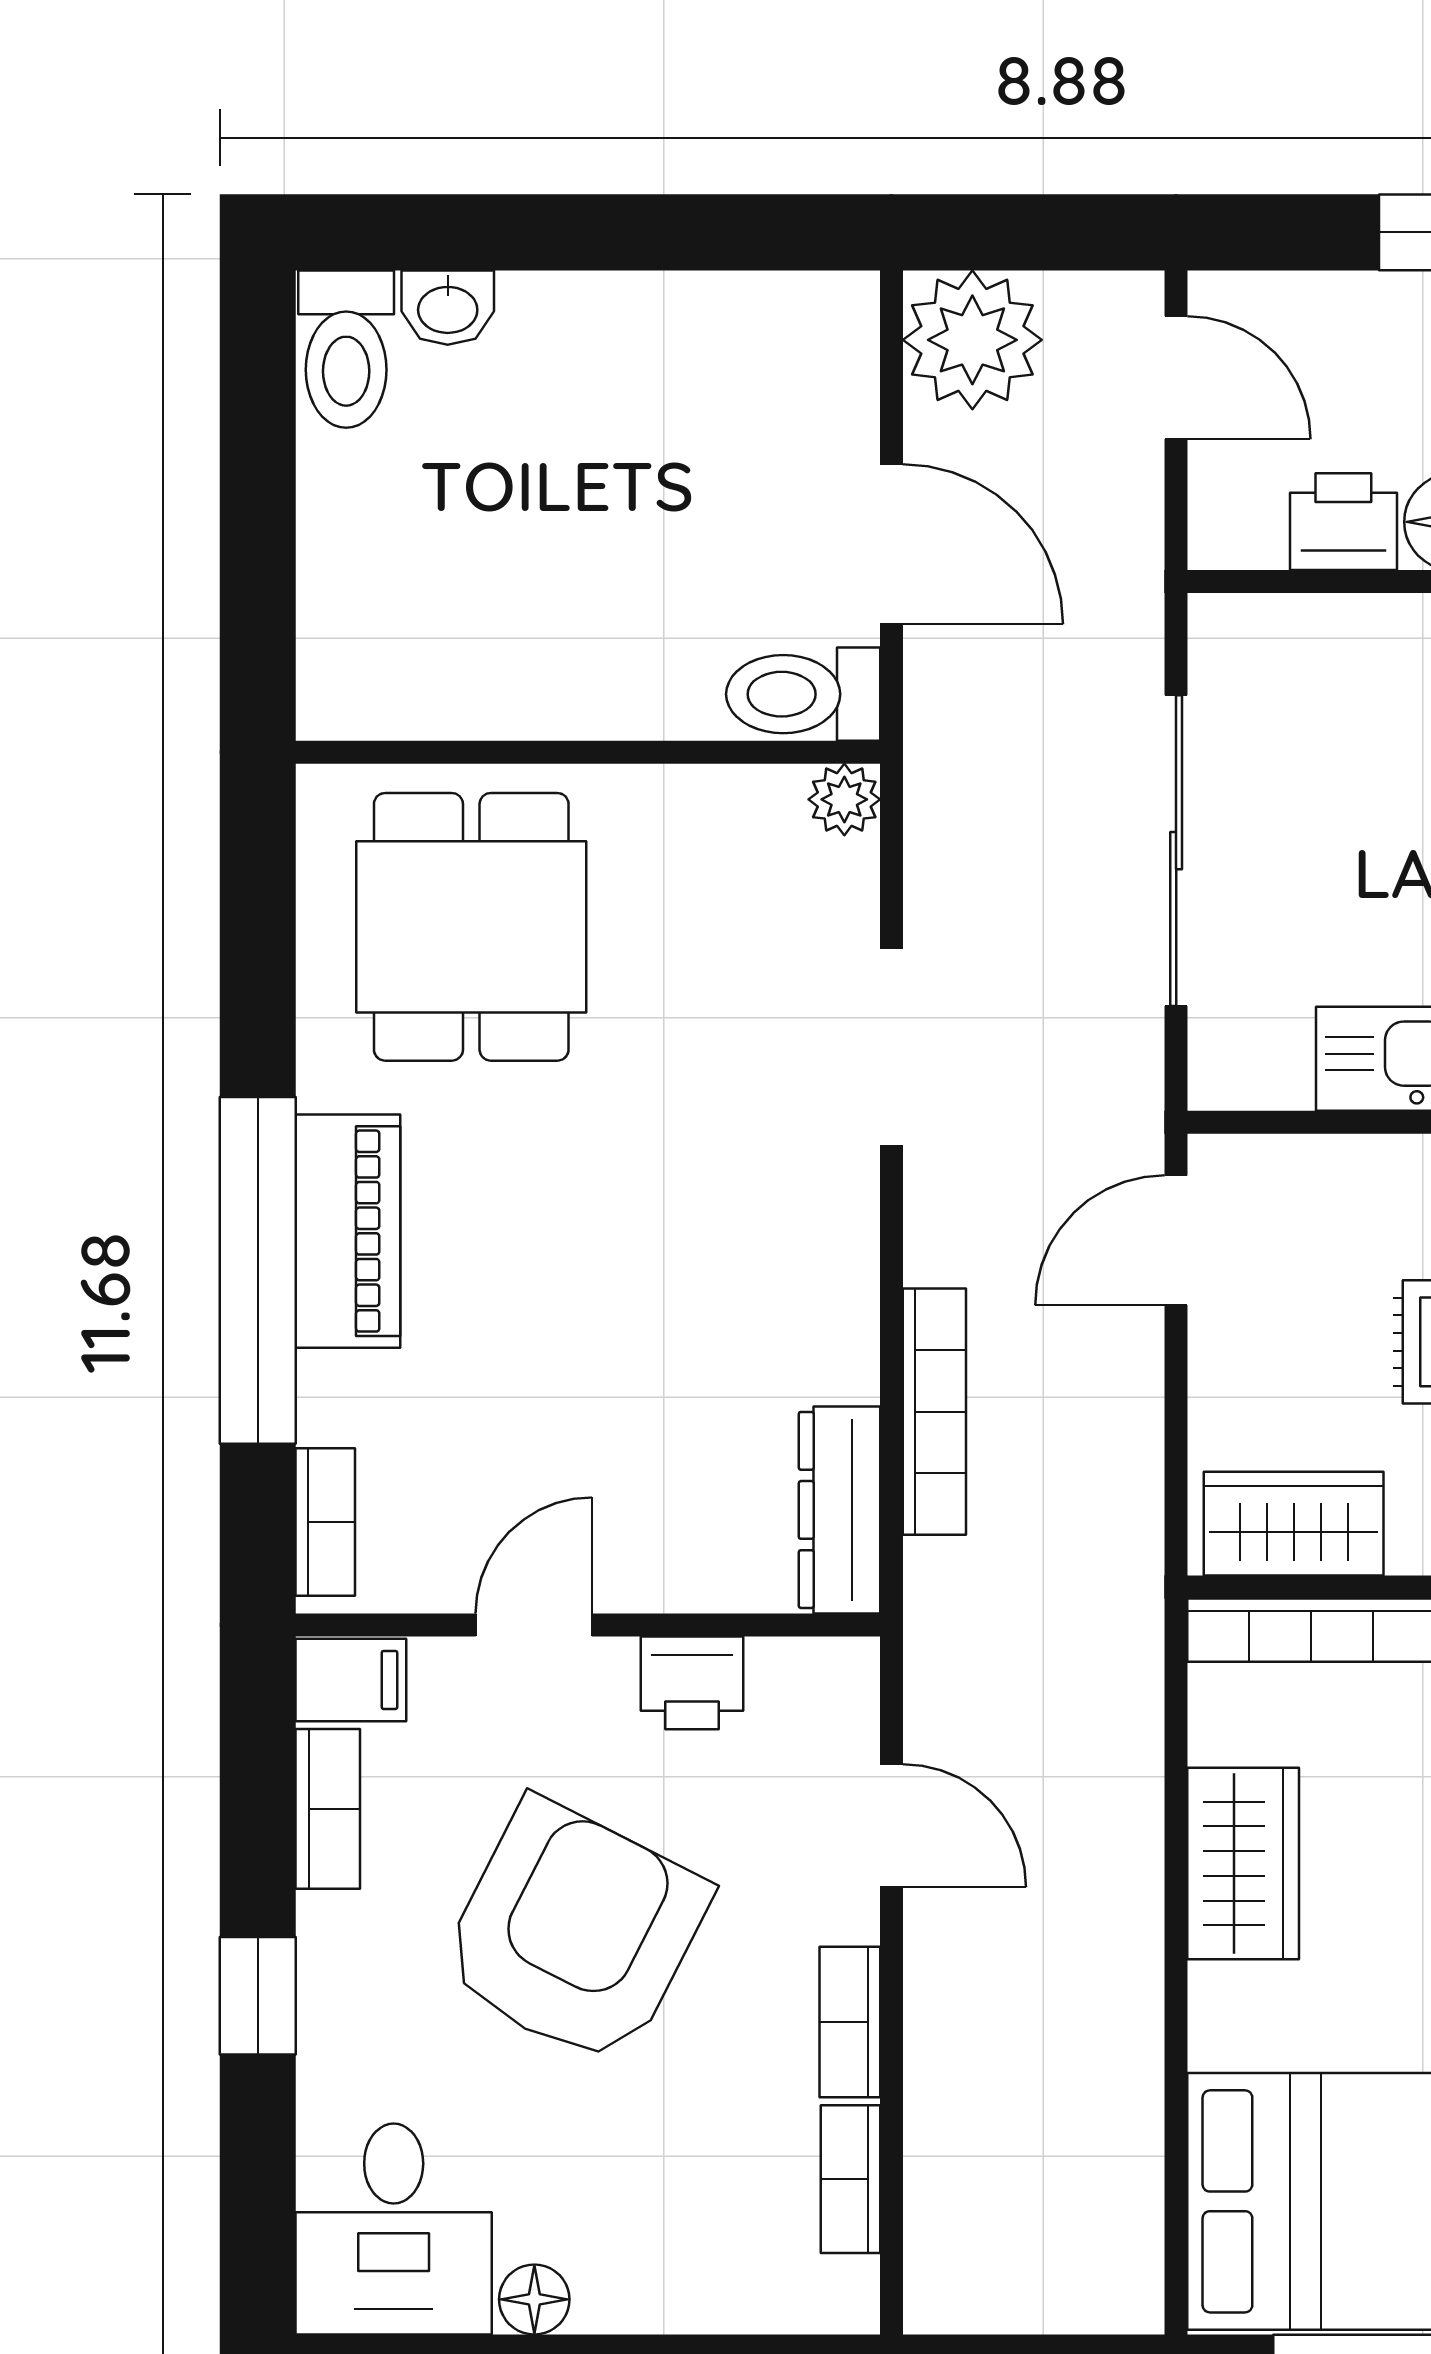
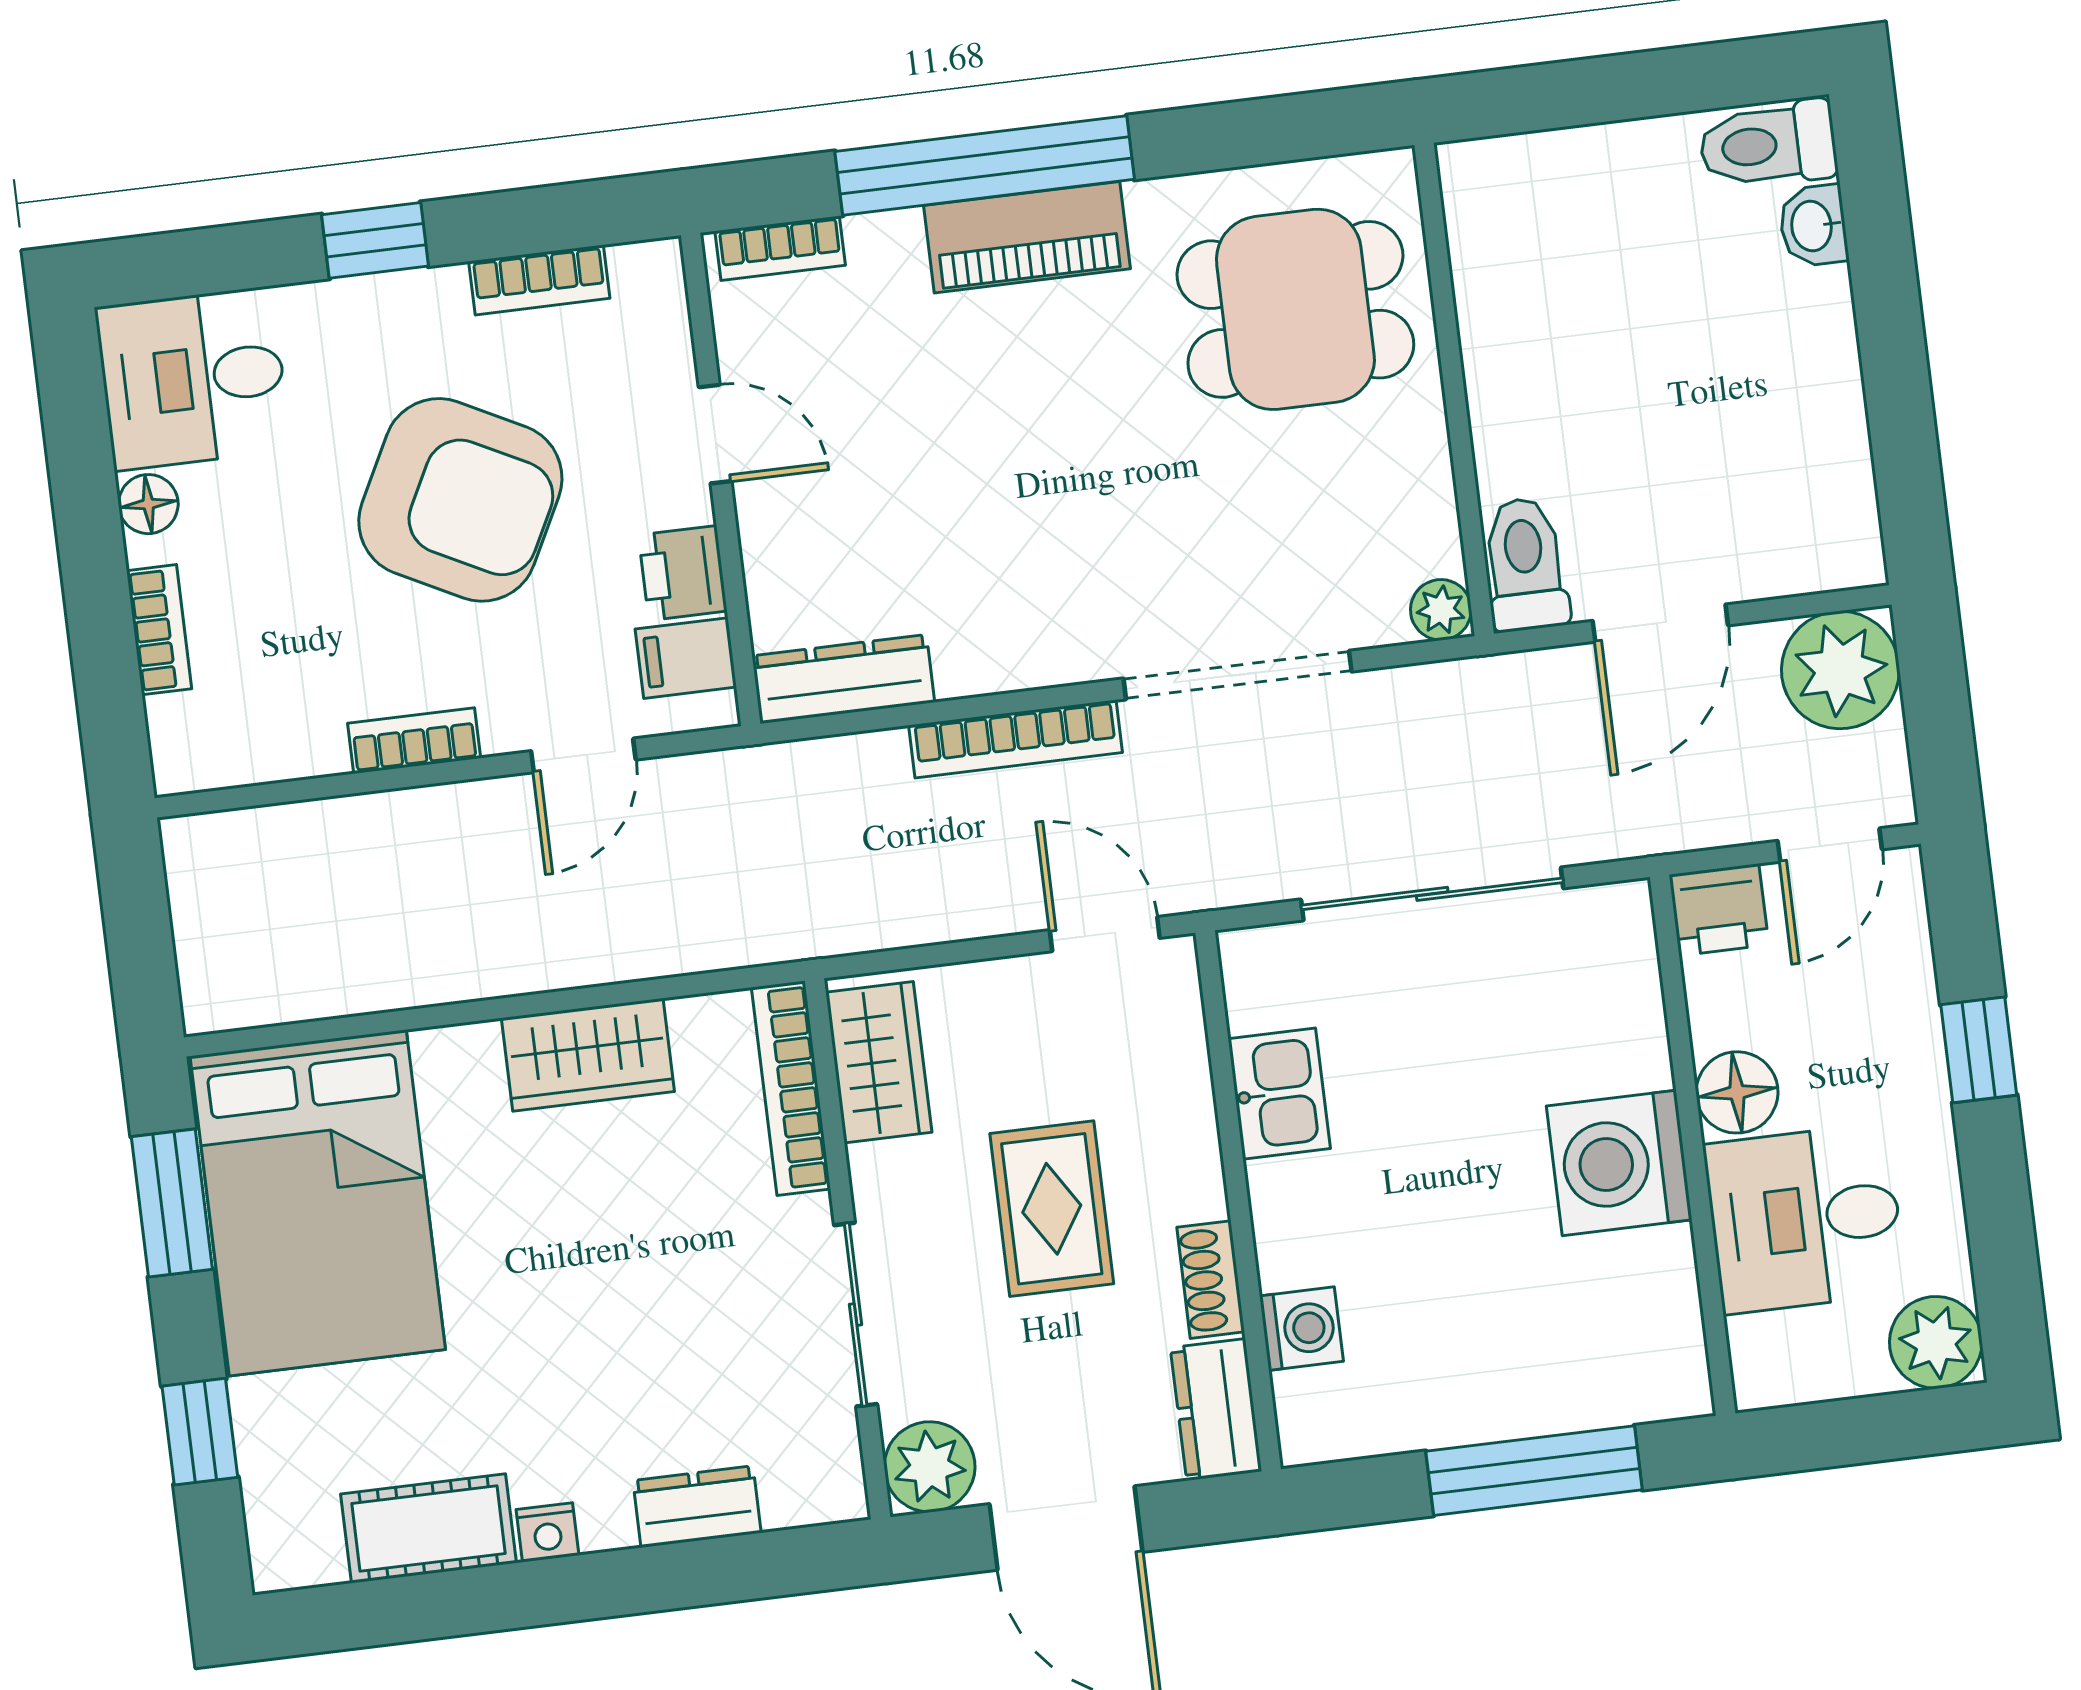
printer: (1343, 522) -> (1719, 910), moved, turned 90
doorway: (891, 1047) -> (1238, 675), width x1.36
bookcase: (934, 1412) -> (1015, 739), moved
filing cabinet: (351, 1680) -> (686, 658), moved, turned 90
bookcase: (850, 2179) -> (159, 630), moved, turned 90

